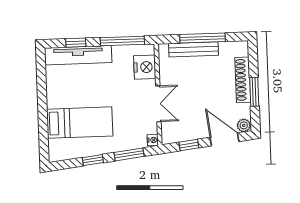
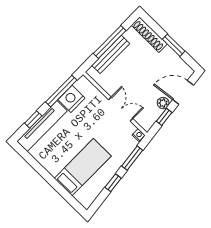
nightstand: (145, 67) -> (71, 99), moved, turned -90
shoe rack: (243, 80) -> (149, 35), moved
plant: (244, 125) -> (163, 103), moved

